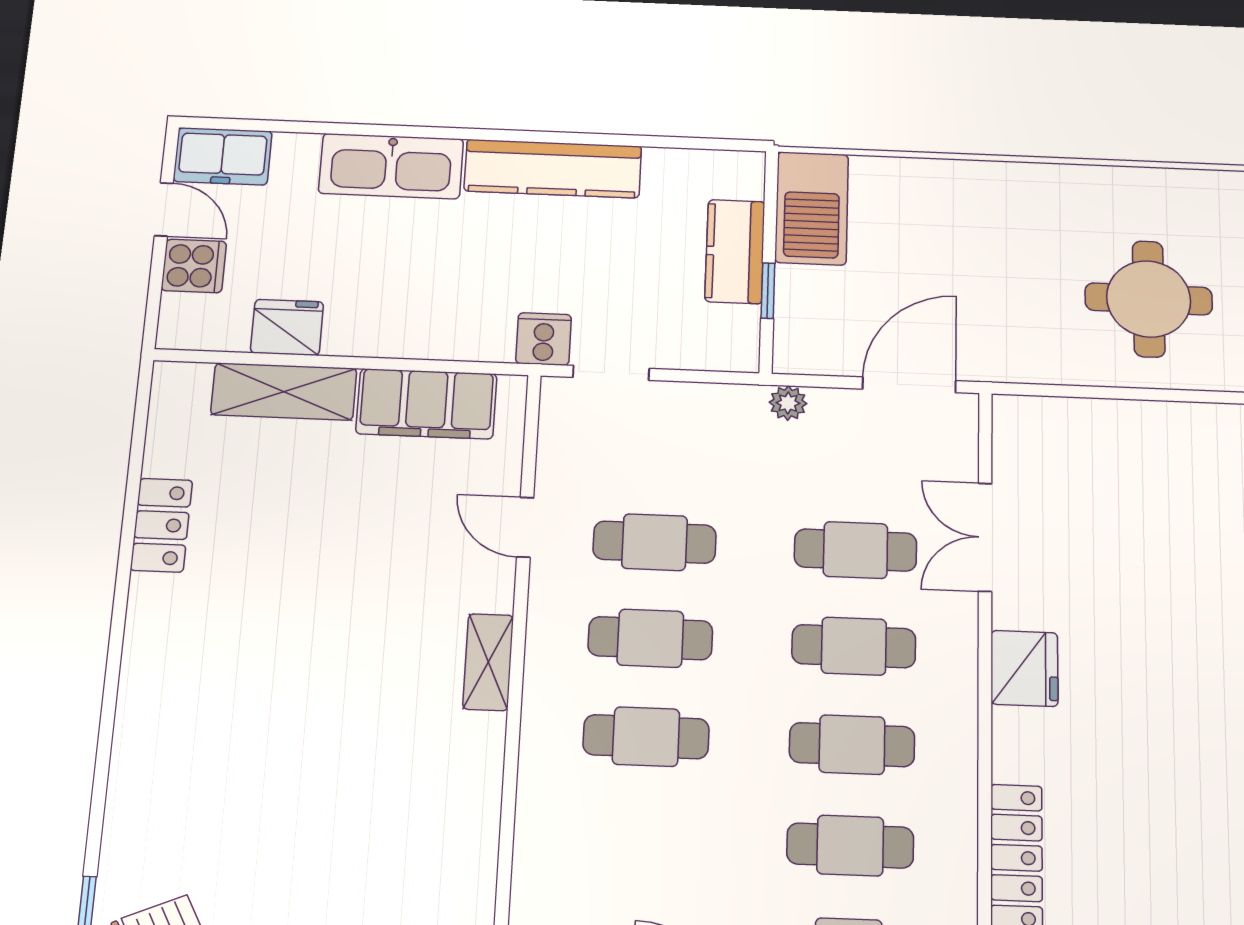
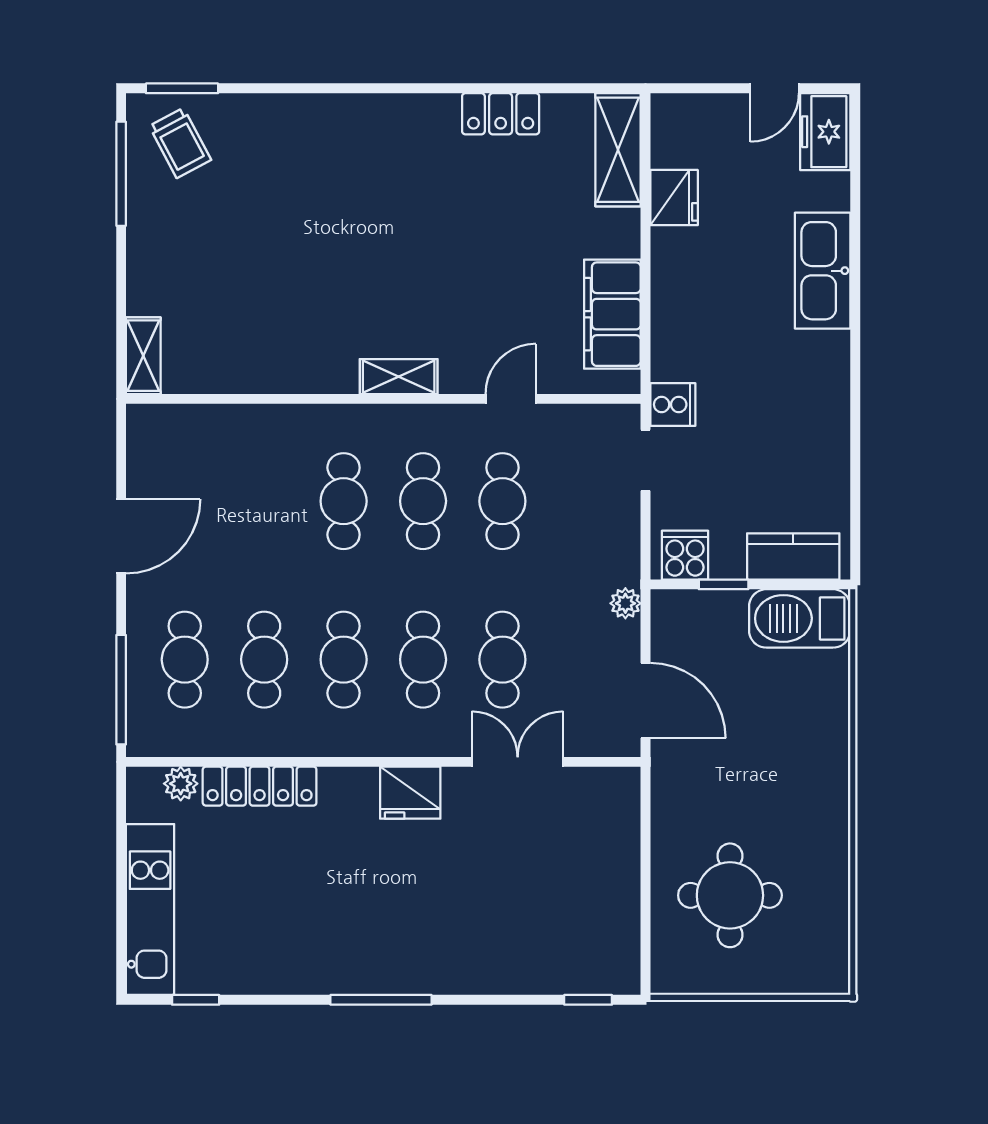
kitchen counter: (553, 169) -> (826, 404), removed
kitchen counter: (735, 251) -> (793, 556), moved
cooker: (194, 266) -> (685, 555), moved, turned 180
shelving: (284, 392) -> (618, 150), moved

